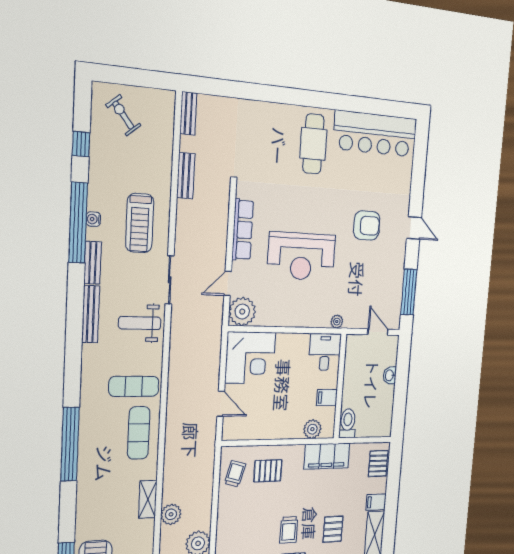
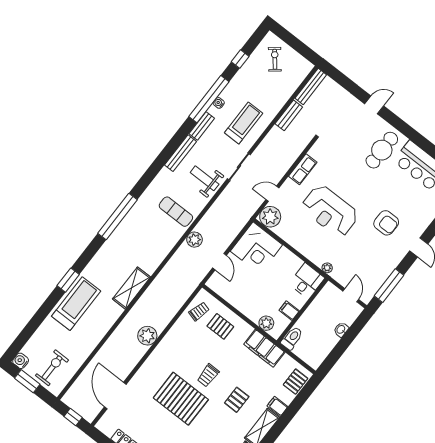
door: (273, 94) -> (374, 105), added
bench: (188, 113) -> (311, 86), width x1.36
treadmill: (140, 223) -> (244, 123), turned 180
row of seats: (243, 230) -> (303, 169), width x0.68
exercise mat: (139, 433) -> (160, 241), removed
shelving: (148, 499) -> (132, 288), width x1.50, depth x1.33
plant: (171, 514) -> (194, 240), moved

